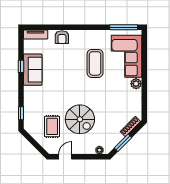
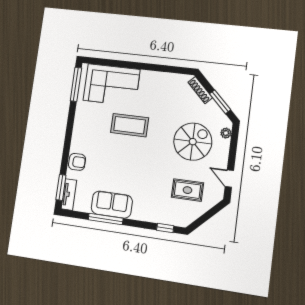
window: (40, 27) -> (61, 187), added
coffee table: (95, 63) -> (130, 125), moved
window: (21, 66) -> (106, 219), width x2.17
plant: (136, 84) -> (147, 77), removed
spiral stairs: (80, 119) -> (193, 142), moved

